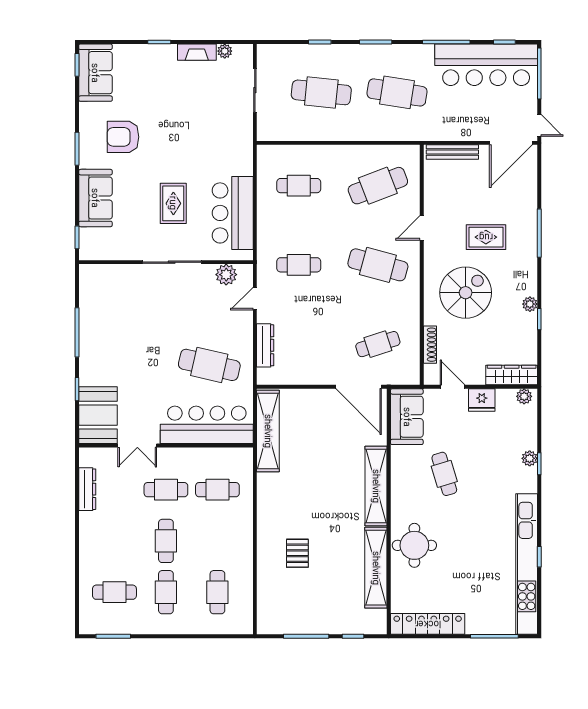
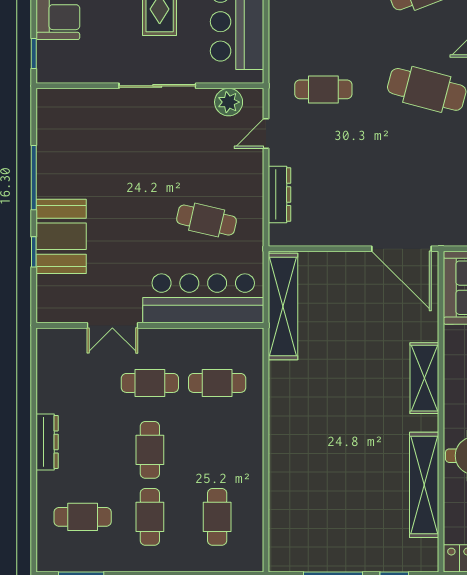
cafe table: (378, 344) -> (427, 193), removed
cafe table: (209, 365) -> (207, 220), width x0.73, depth x0.74
booth: (98, 415) -> (61, 236), moved
shelving: (376, 486) -> (424, 378), width x0.68
dresser: (87, 489) -> (47, 442), moved
pallet: (297, 553) -> (322, 466), removed

